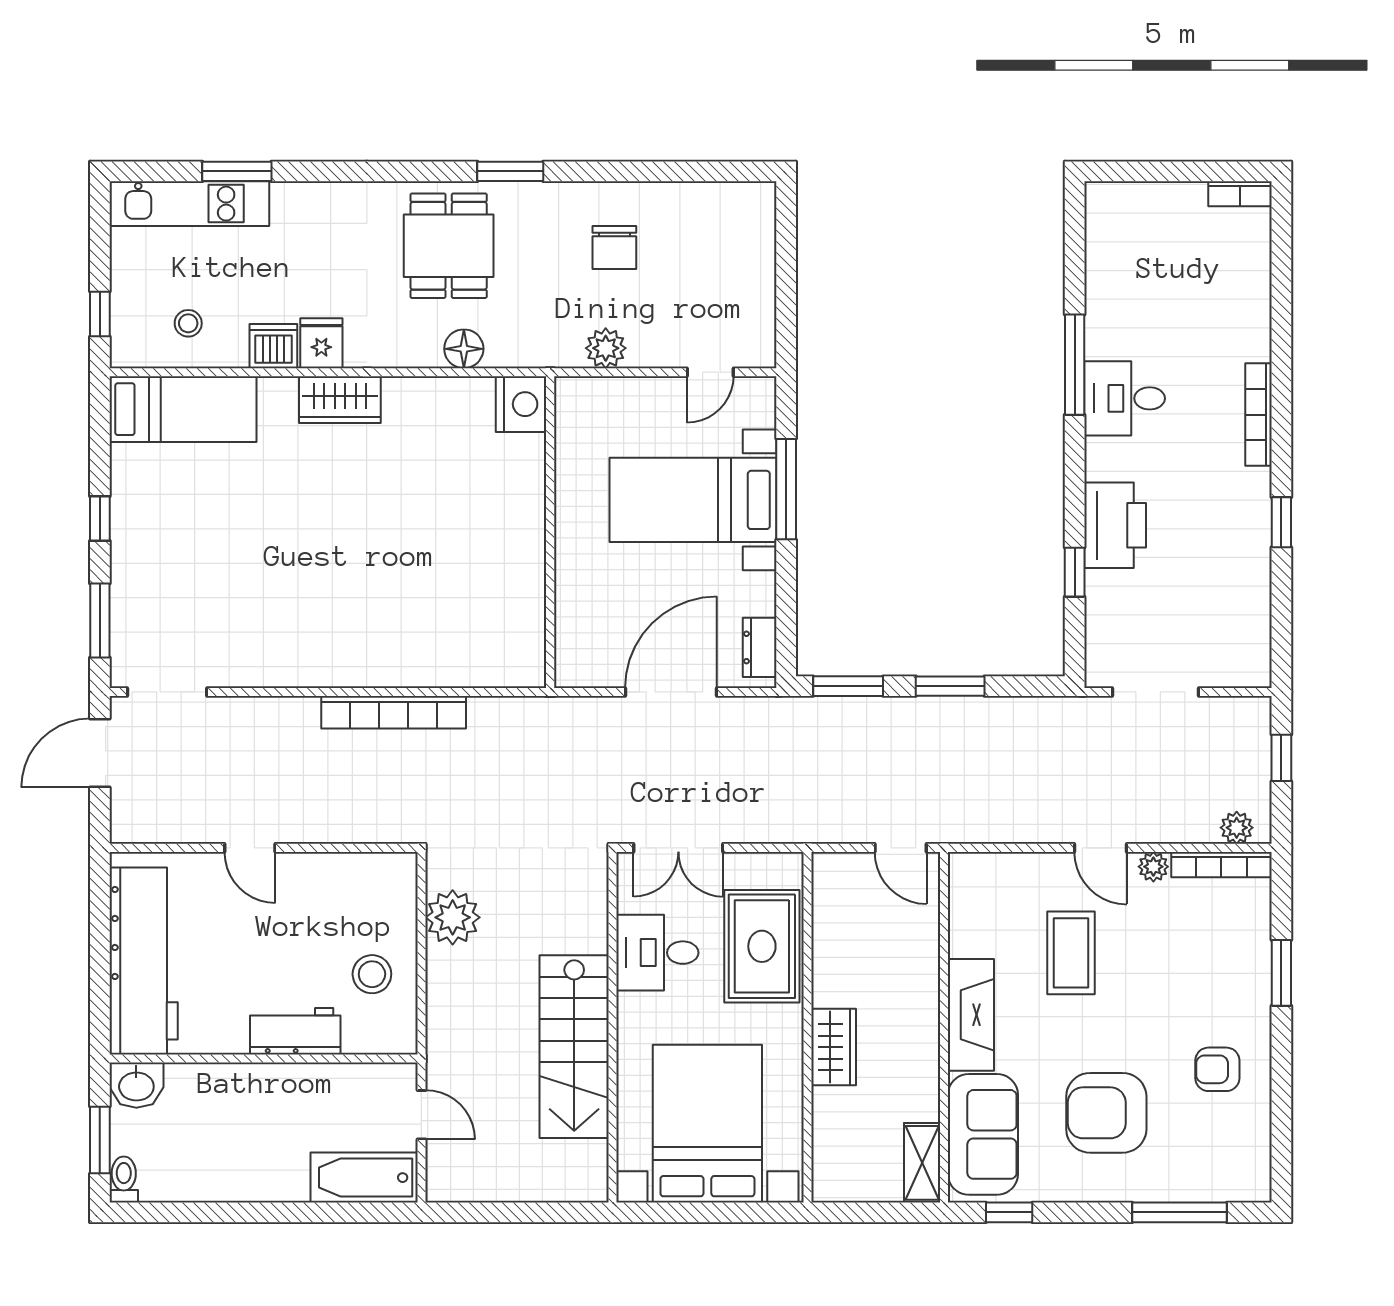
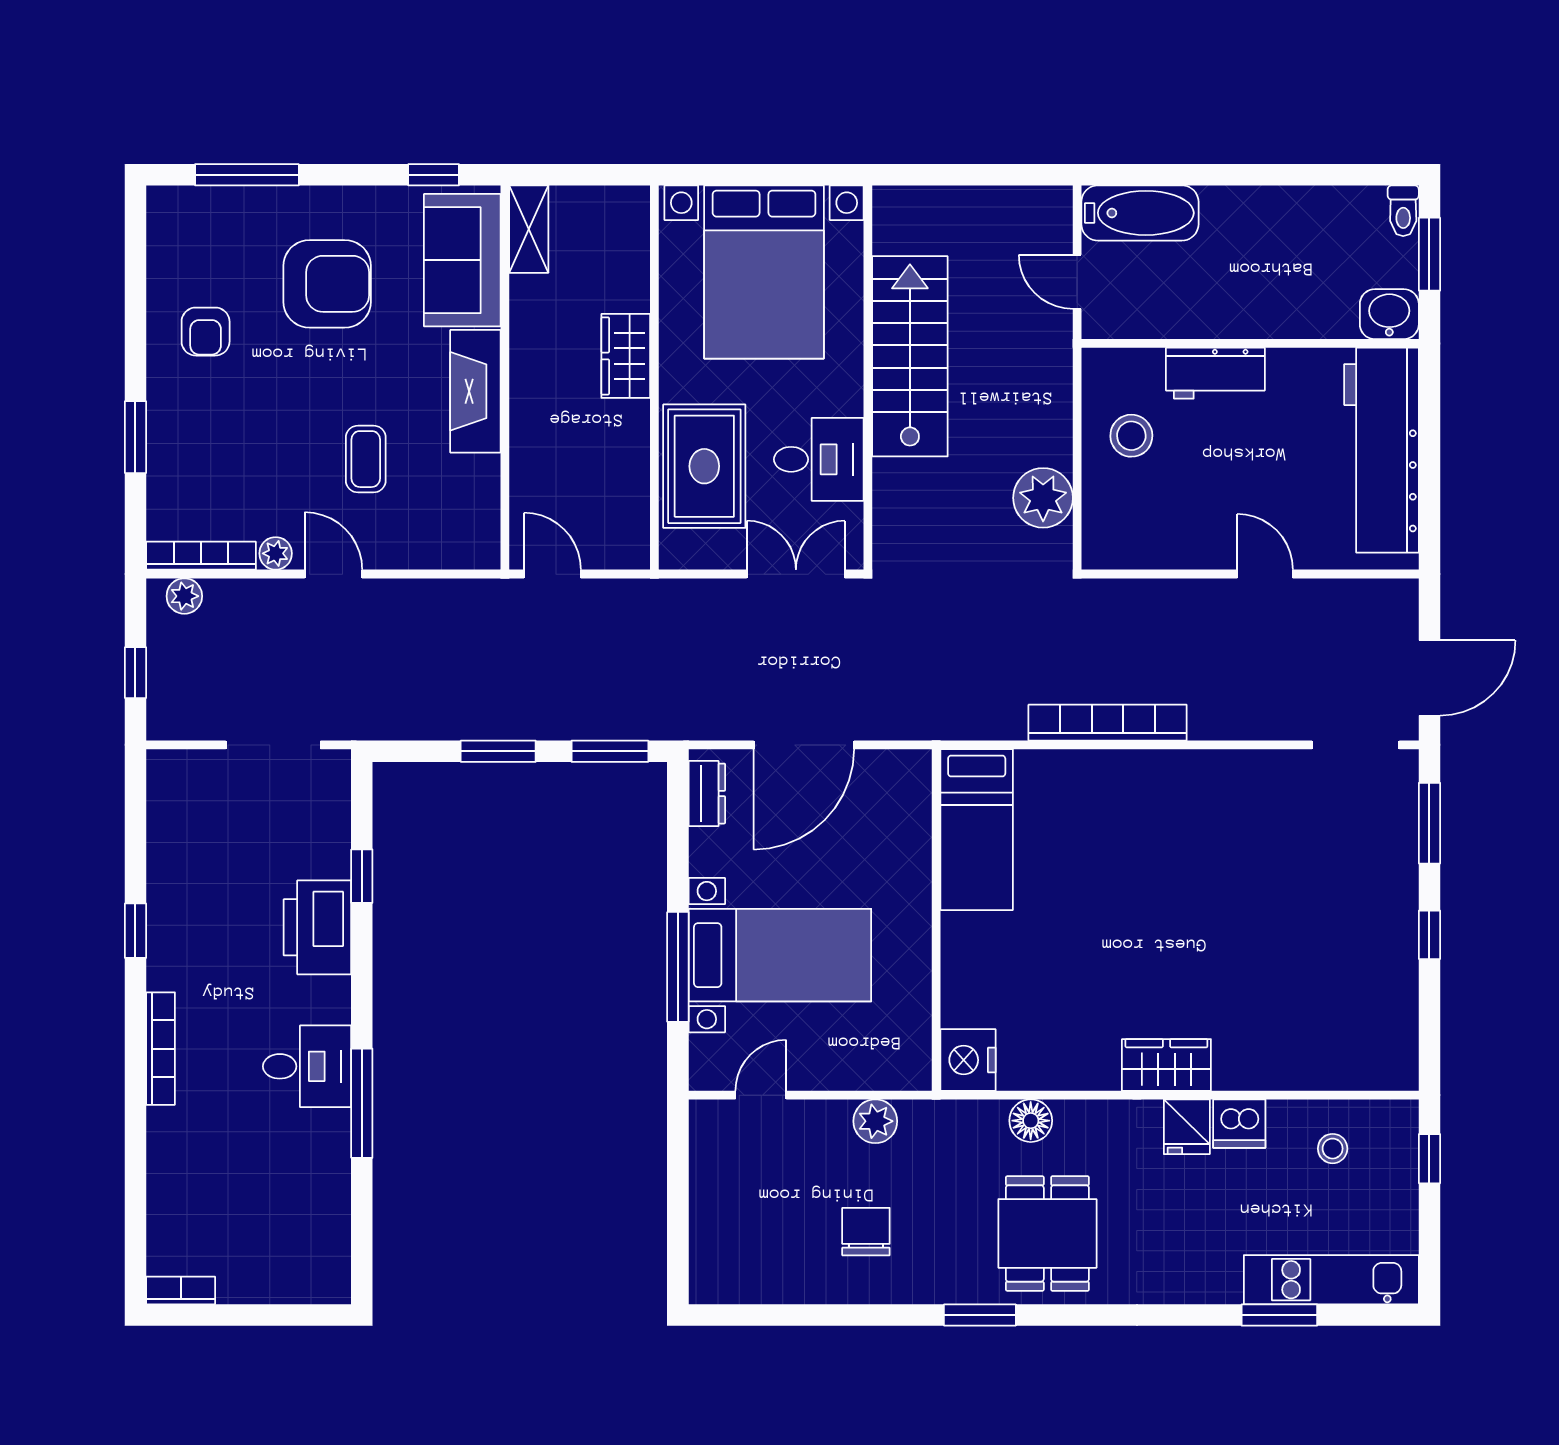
bed: (183, 409) -> (977, 830), moved, turned -90
coffee table: (1071, 953) -> (366, 459), width x0.73, depth x0.77
armchair: (1217, 1069) -> (206, 332), turned 90

